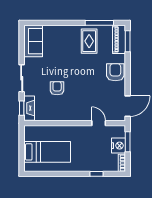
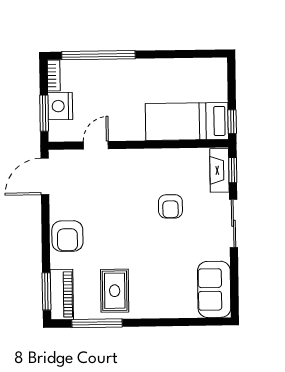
door: (99, 123) -> (96, 145), swing flipped
window: (22, 136) -> (232, 122), added
bed: (47, 152) -> (187, 121), moved
window: (96, 174) -> (98, 55), width x3.17

